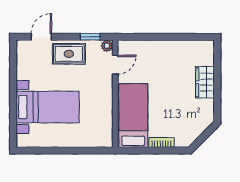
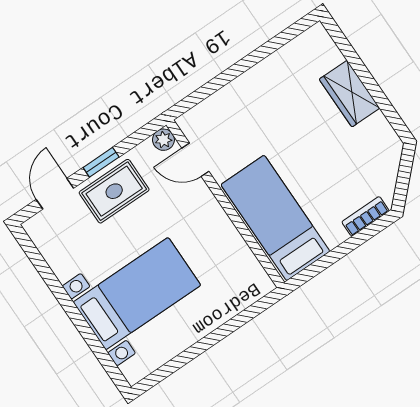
window: (90, 37) -> (101, 162), moved
door: (115, 65) -> (195, 160), swing flipped
bookcase: (161, 142) -> (365, 216), moved

